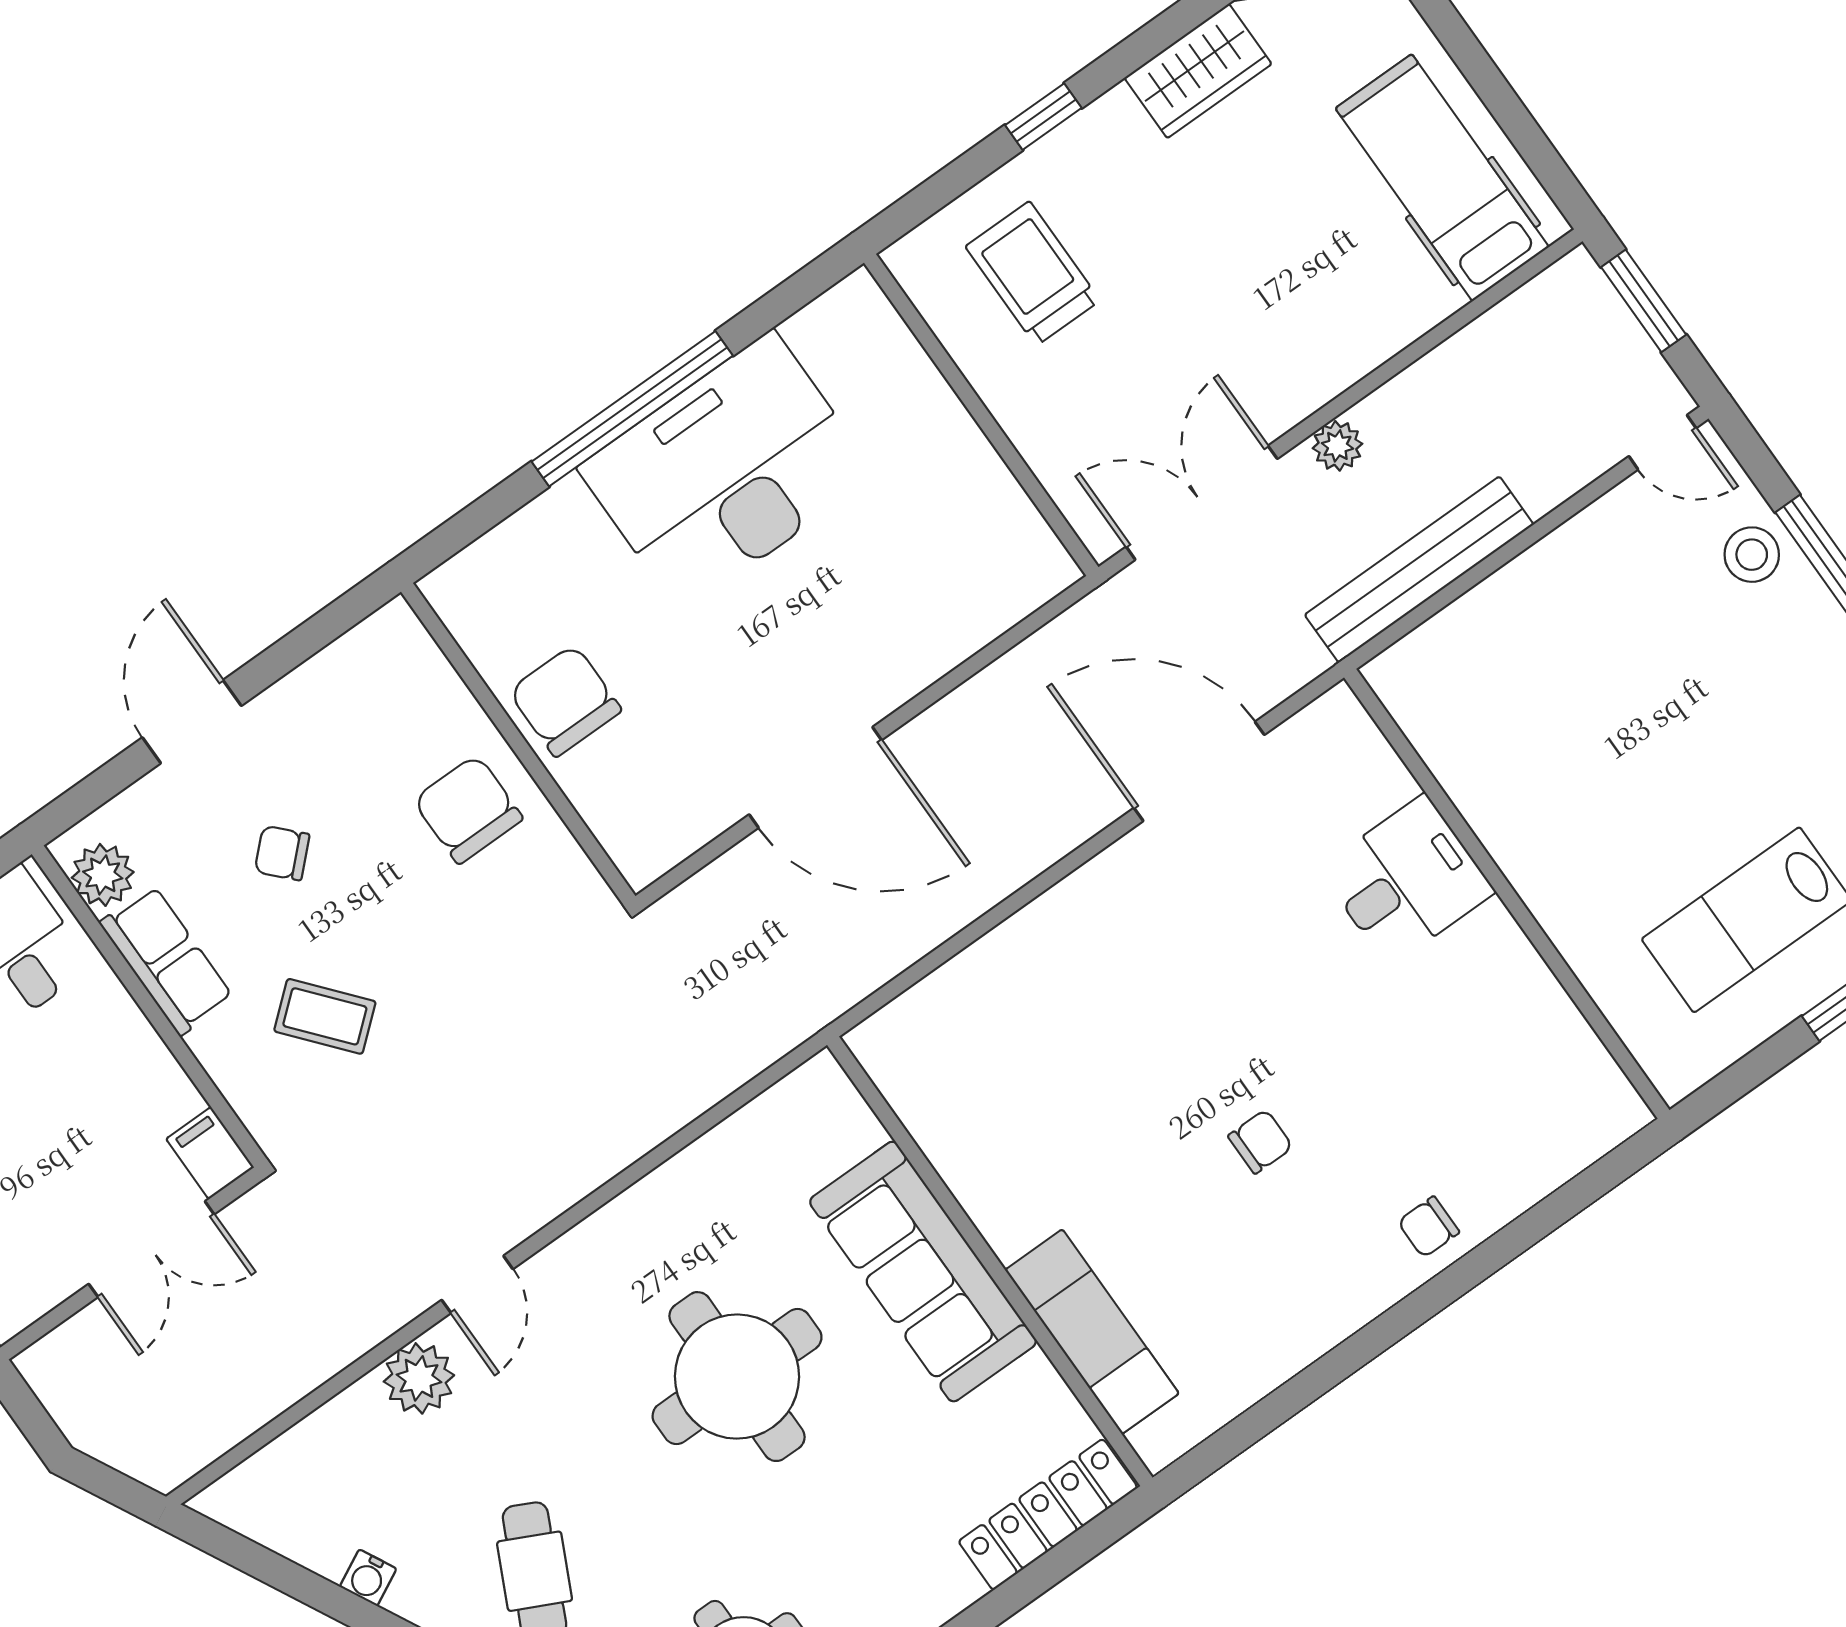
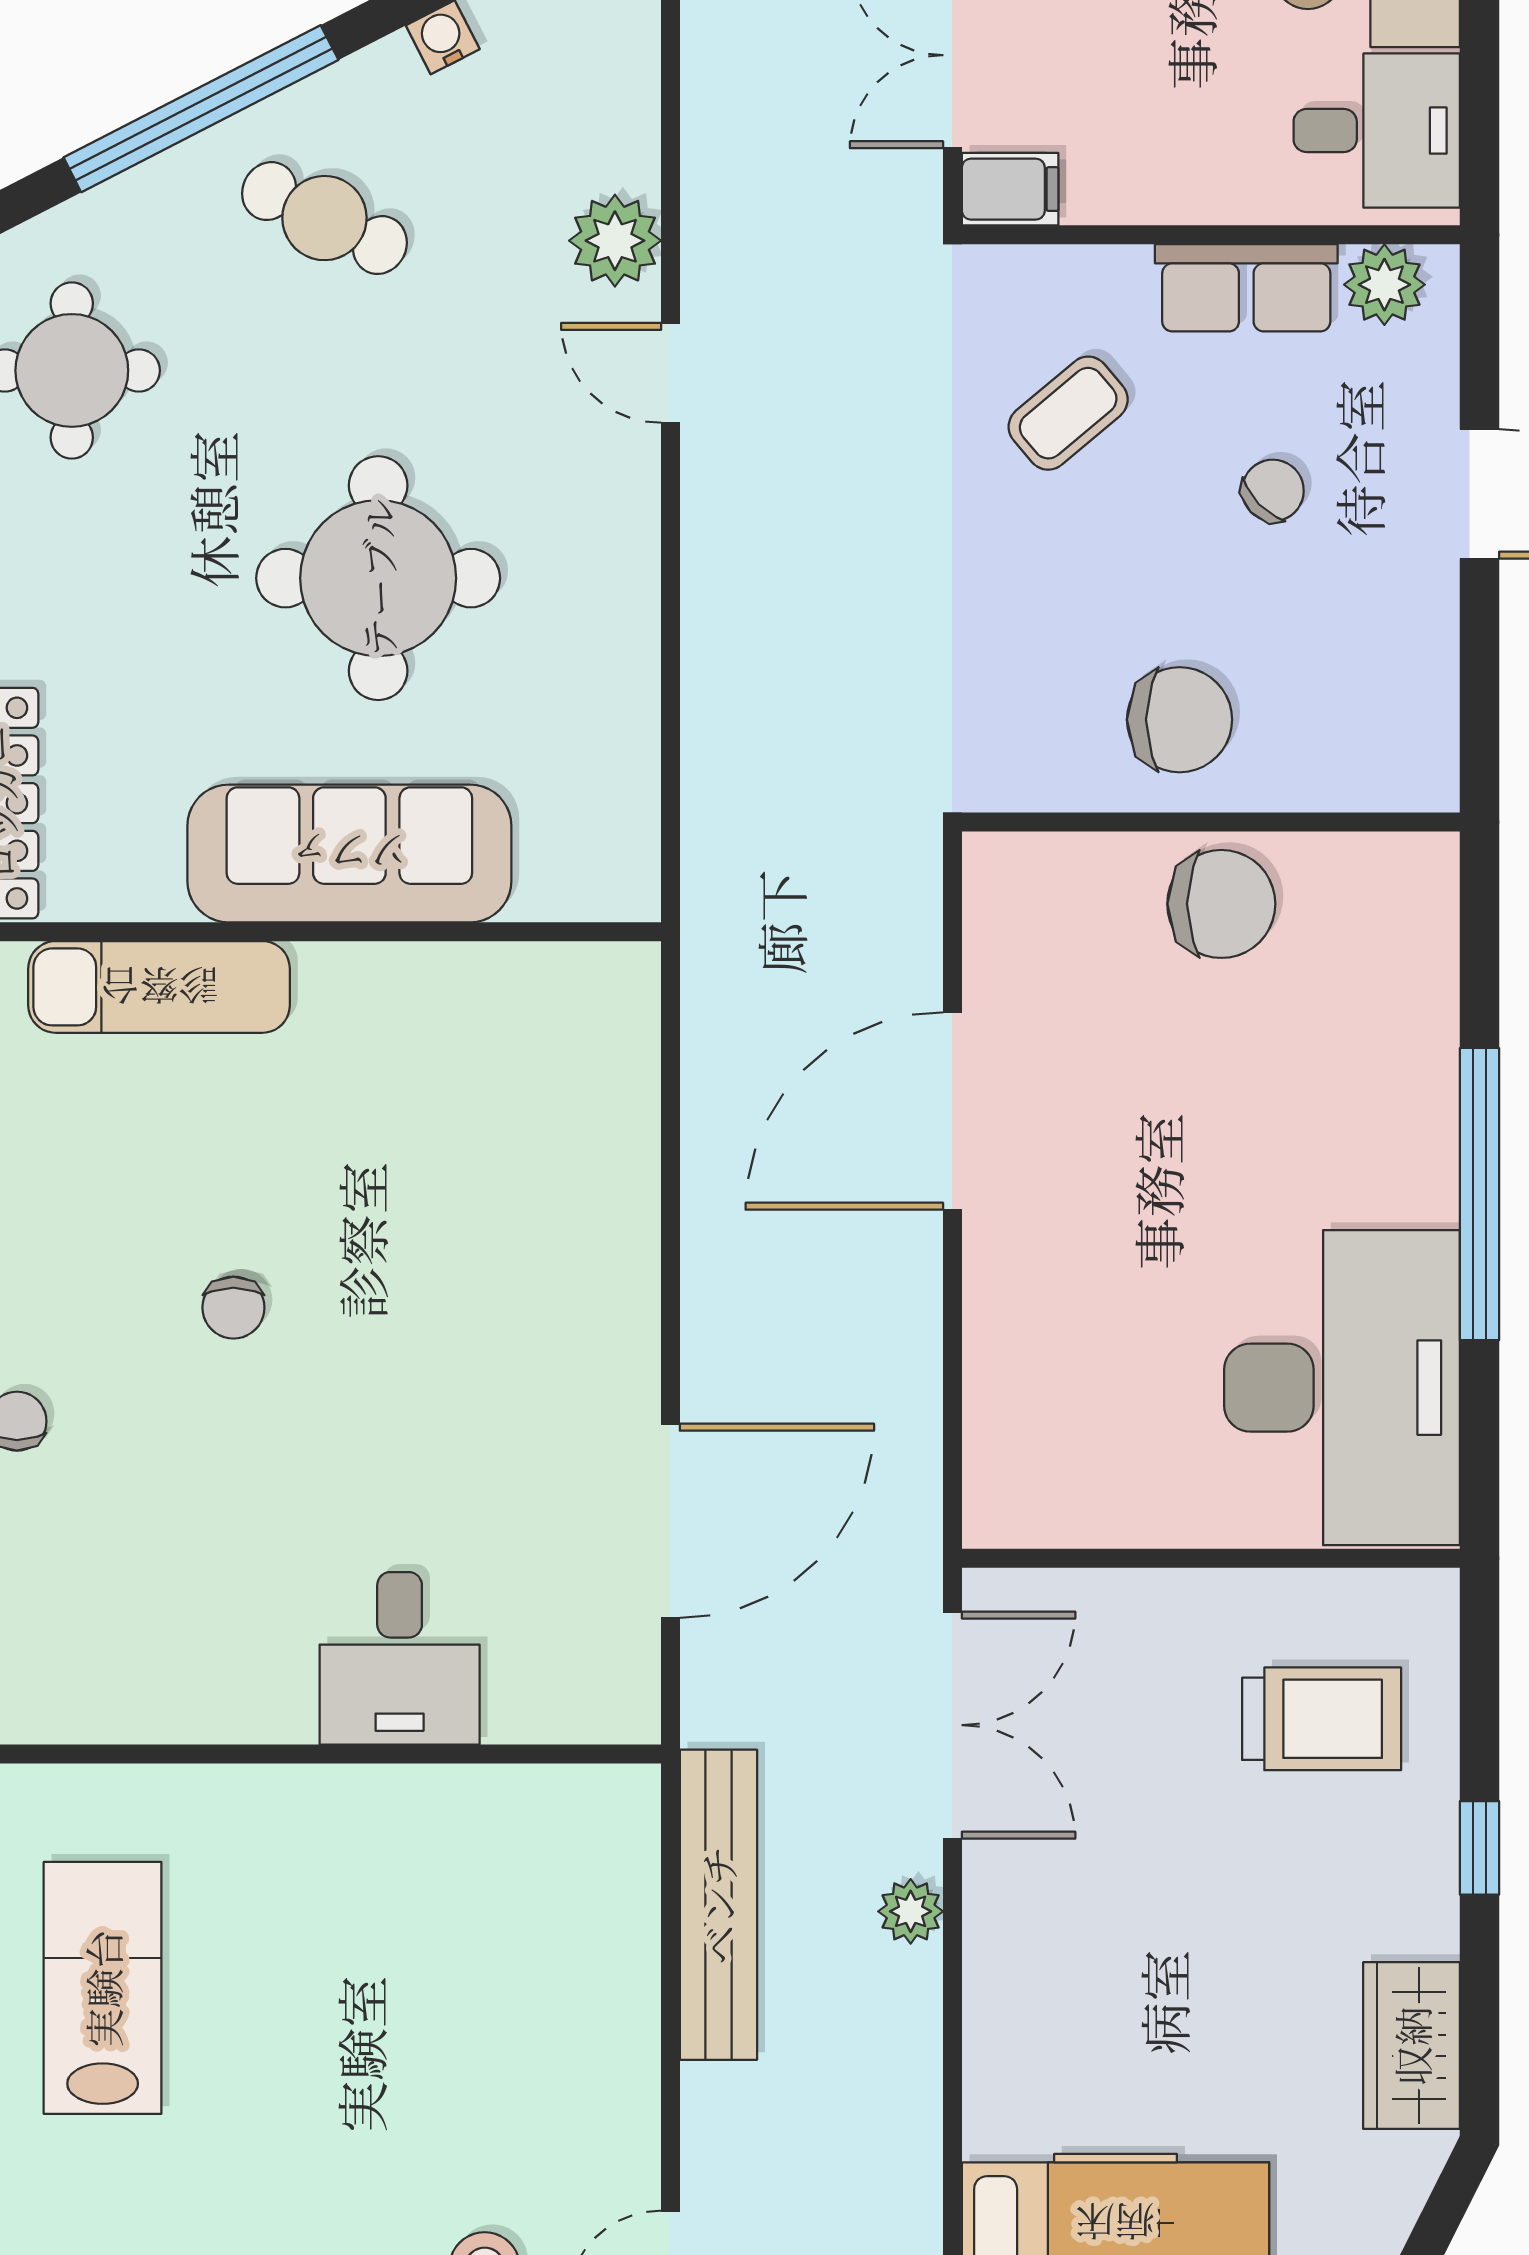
desk: (727, 471) -> (1342, 1388), moved

